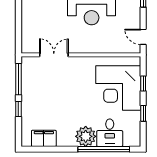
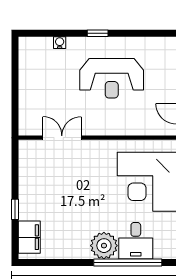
window: (18, 79) -> (15, 170), removed
filing cabinet: (44, 138) -> (29, 237), moved, turned 90

